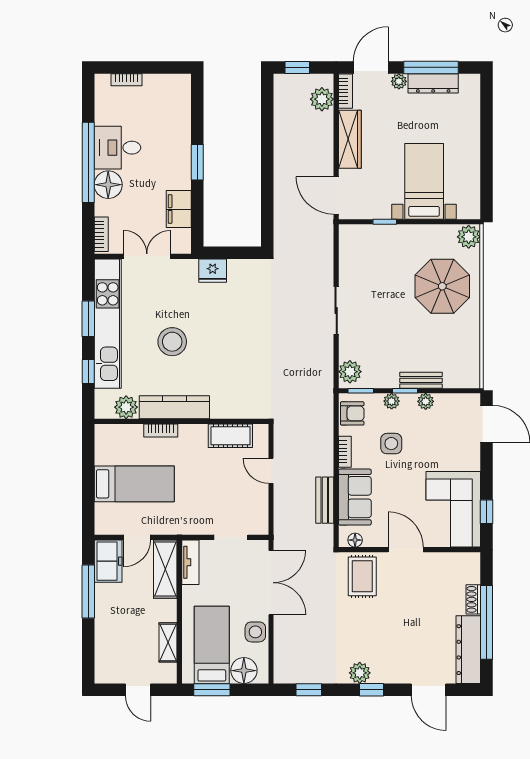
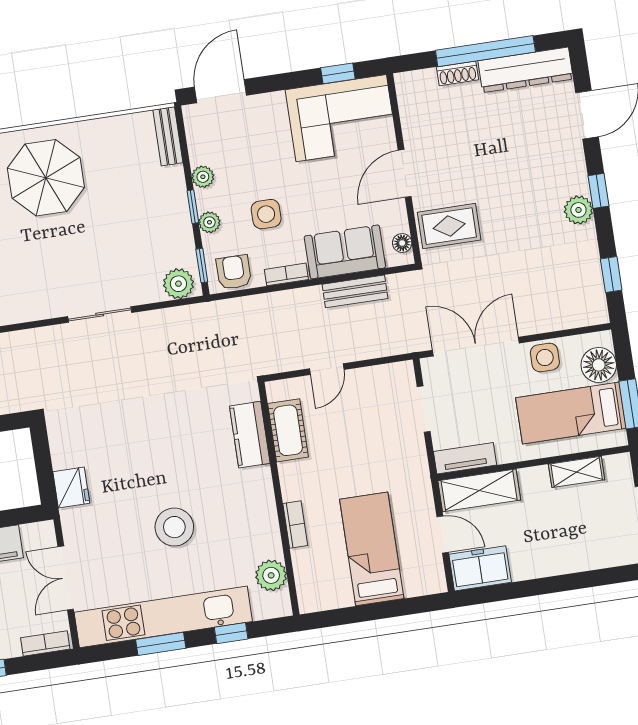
bench: (421, 380) -> (168, 136), moved
kitchen counter: (174, 407) -> (250, 435), moved, width x0.67
window: (88, 591) -> (525, 589), removed

